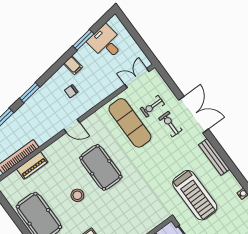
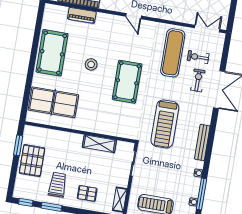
bench: (214, 157) -> (202, 142), moved
pool table: (101, 167) -> (127, 82), moved
treadmill: (195, 195) -> (165, 124), moved

